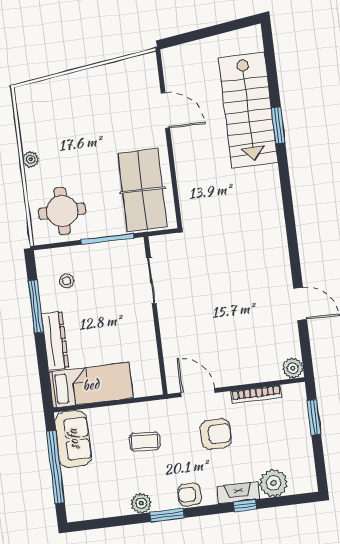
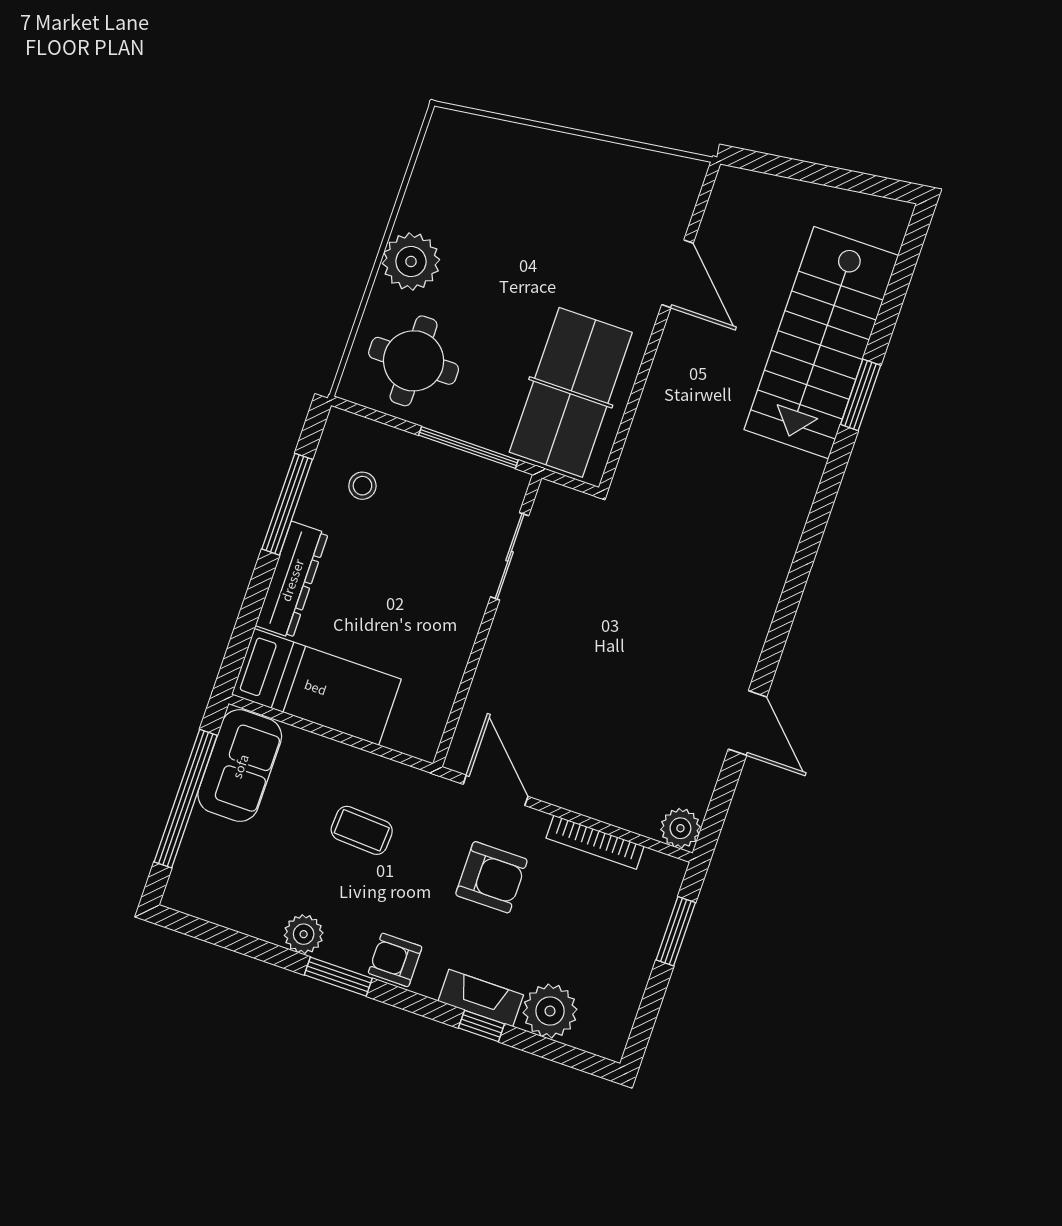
plant: (31, 159) -> (411, 261), width x1.87, depth x1.87

